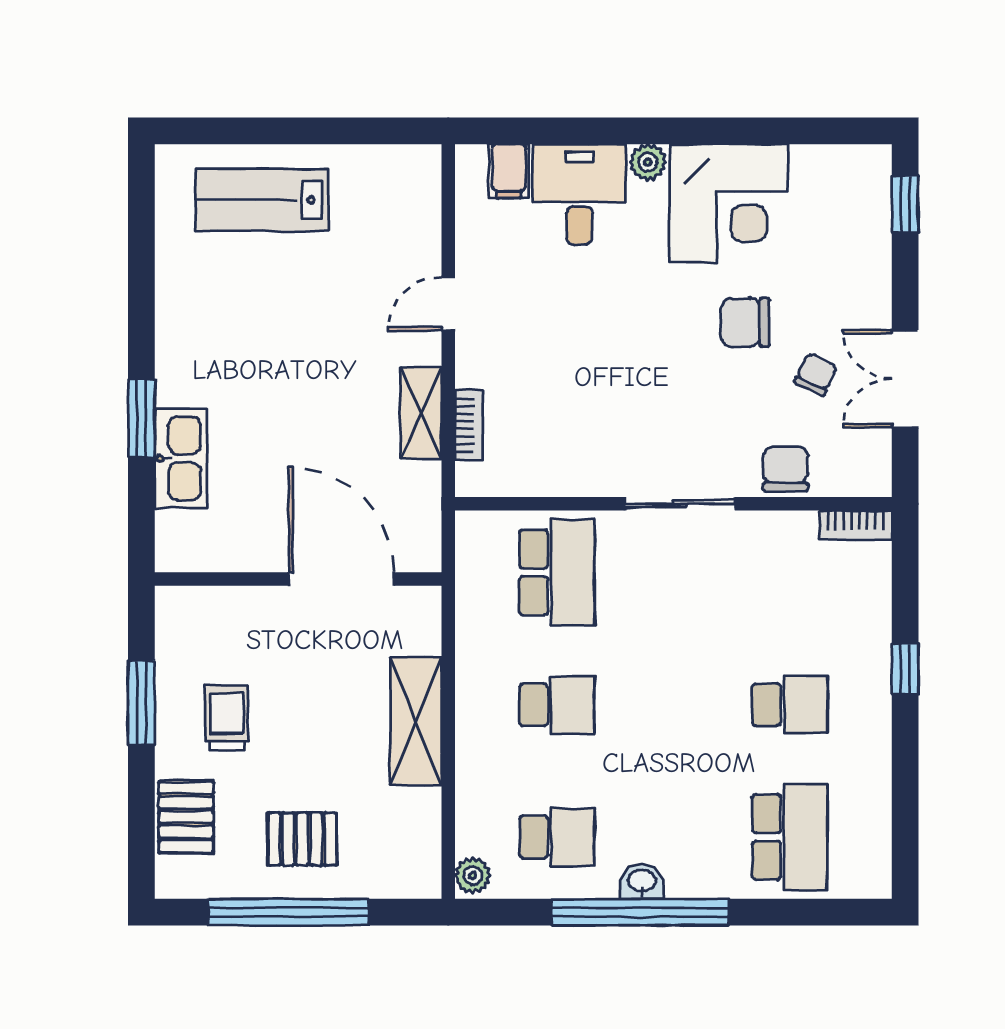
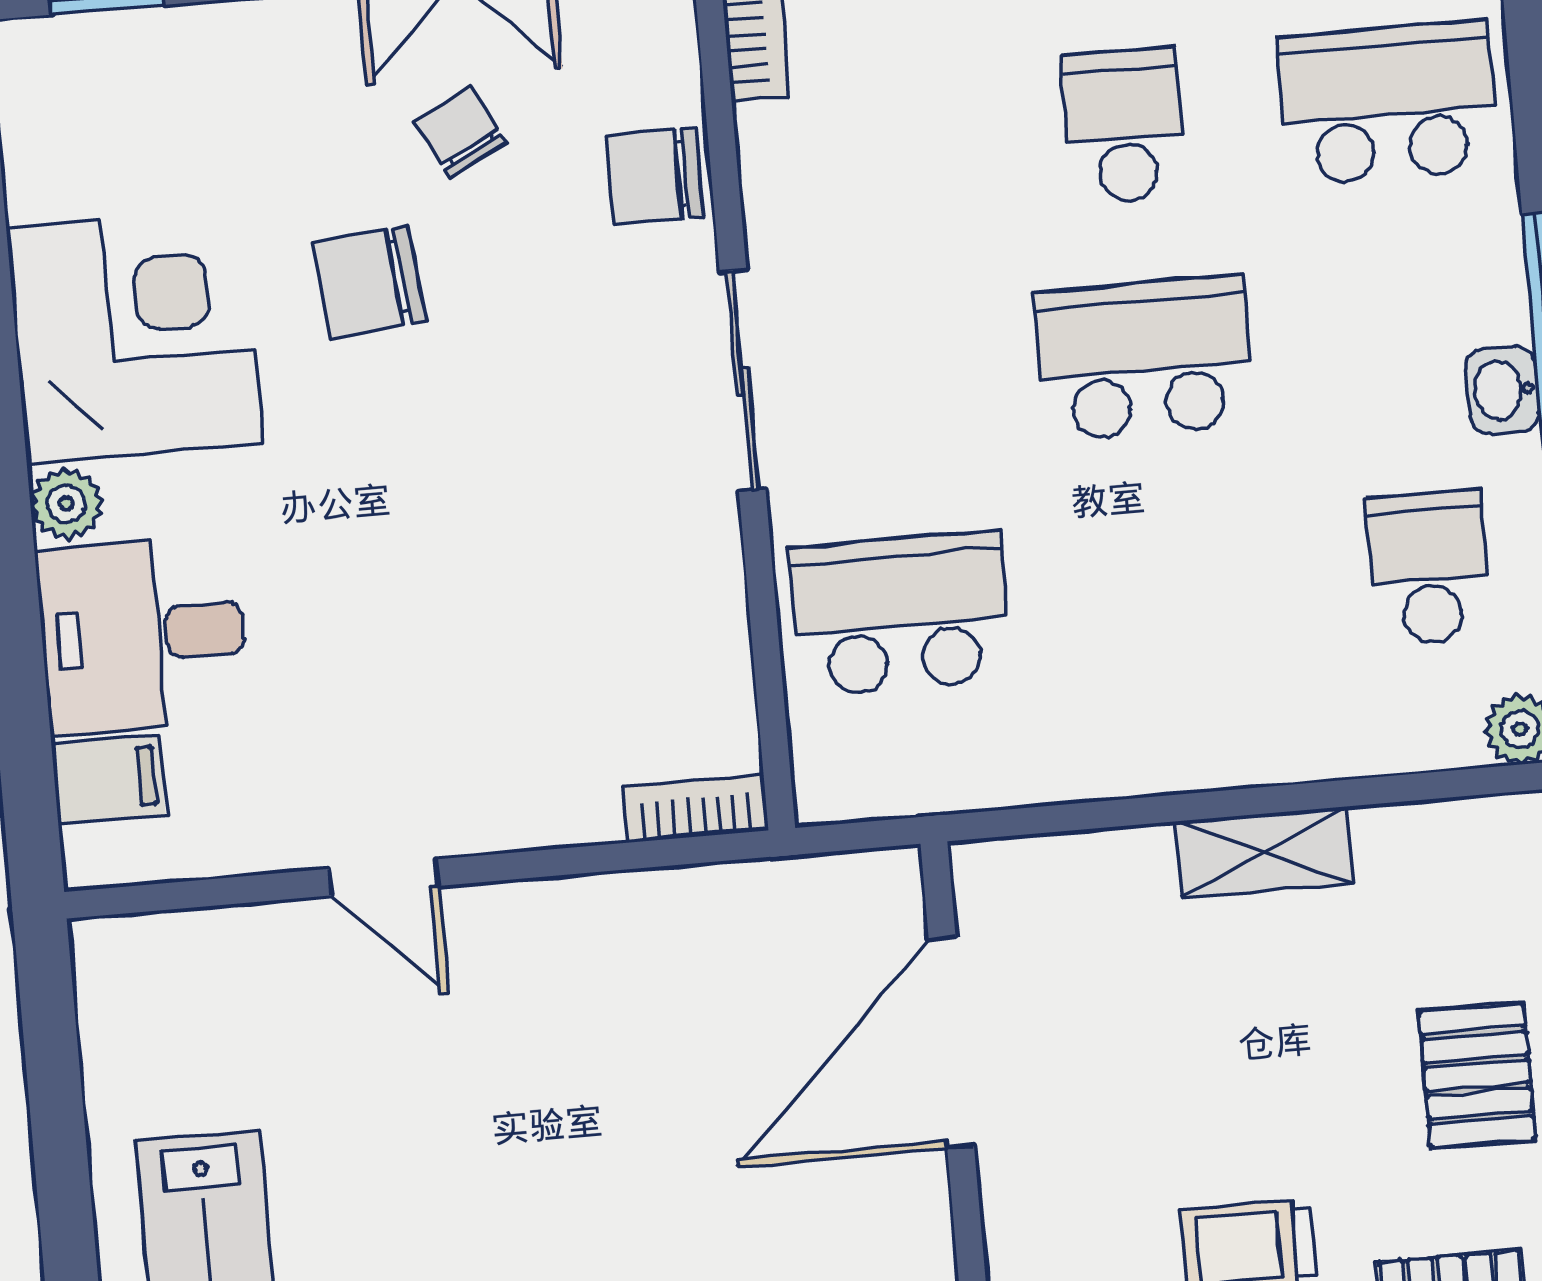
chair: (745, 322) -> (369, 282), turned 84
chair: (816, 374) -> (460, 132), turned 38
shelving: (421, 413) -> (607, 913), removed
bookcase: (469, 425) -> (696, 808), moved
school desk: (557, 705) -> (1144, 358), moved, width x1.85
shelving: (416, 721) -> (1264, 852), width x0.67, depth x0.75

